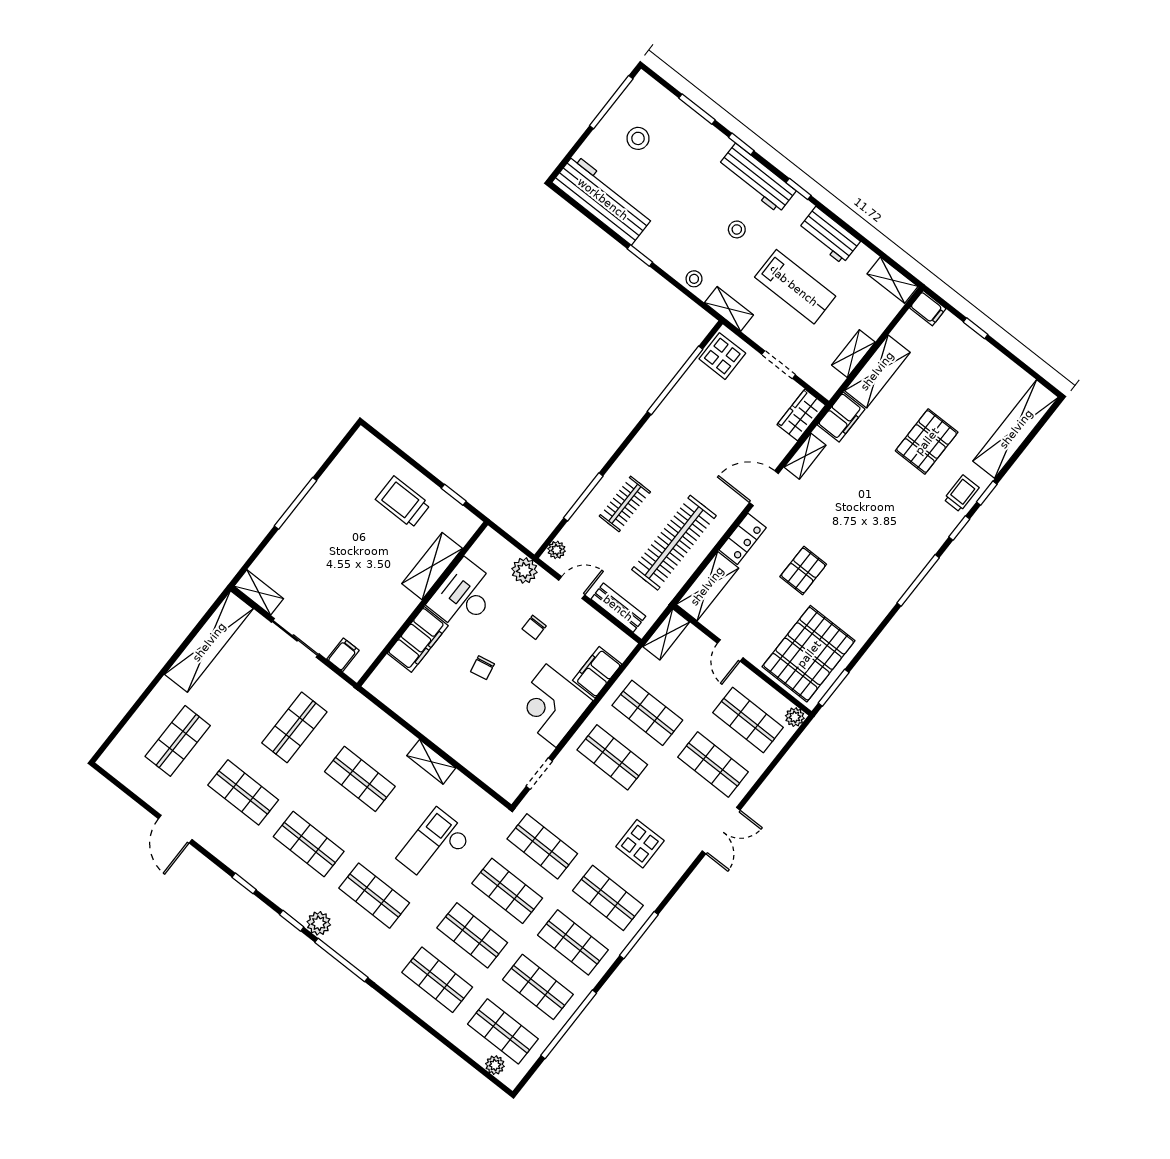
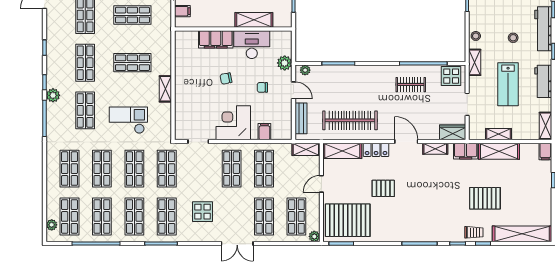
clothes rail: (625, 504) -> (411, 85), moved
filing cabinet: (597, 672) -> (264, 132), width x0.50
shop shelf: (360, 779) -> (132, 63), turned 90

